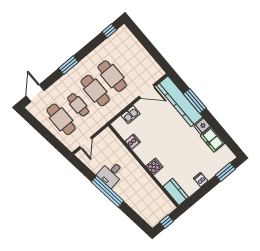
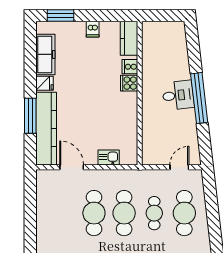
freezer: (213, 140) -> (45, 54), width x1.40
cooker: (133, 142) -> (130, 67), moved
desk: (111, 174) -> (178, 95), moved
window: (166, 222) -> (164, 16), removed

